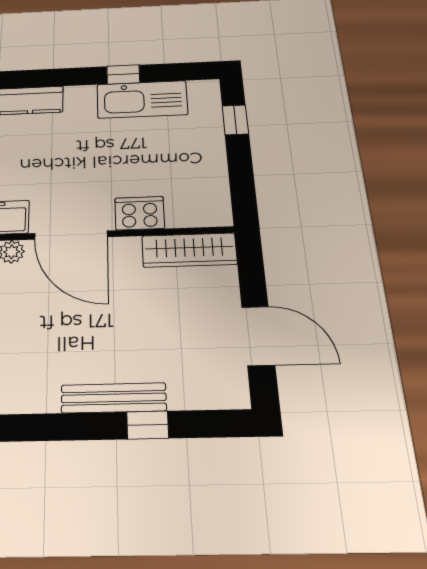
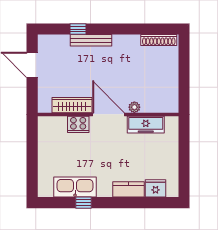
window: (235, 120) -> (32, 173), removed
wardrobe: (189, 250) -> (72, 105), moved

